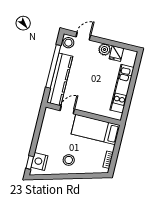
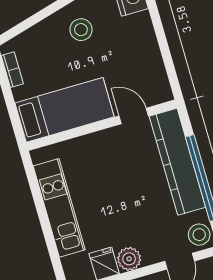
door: (67, 110) -> (134, 116), swing flipped

